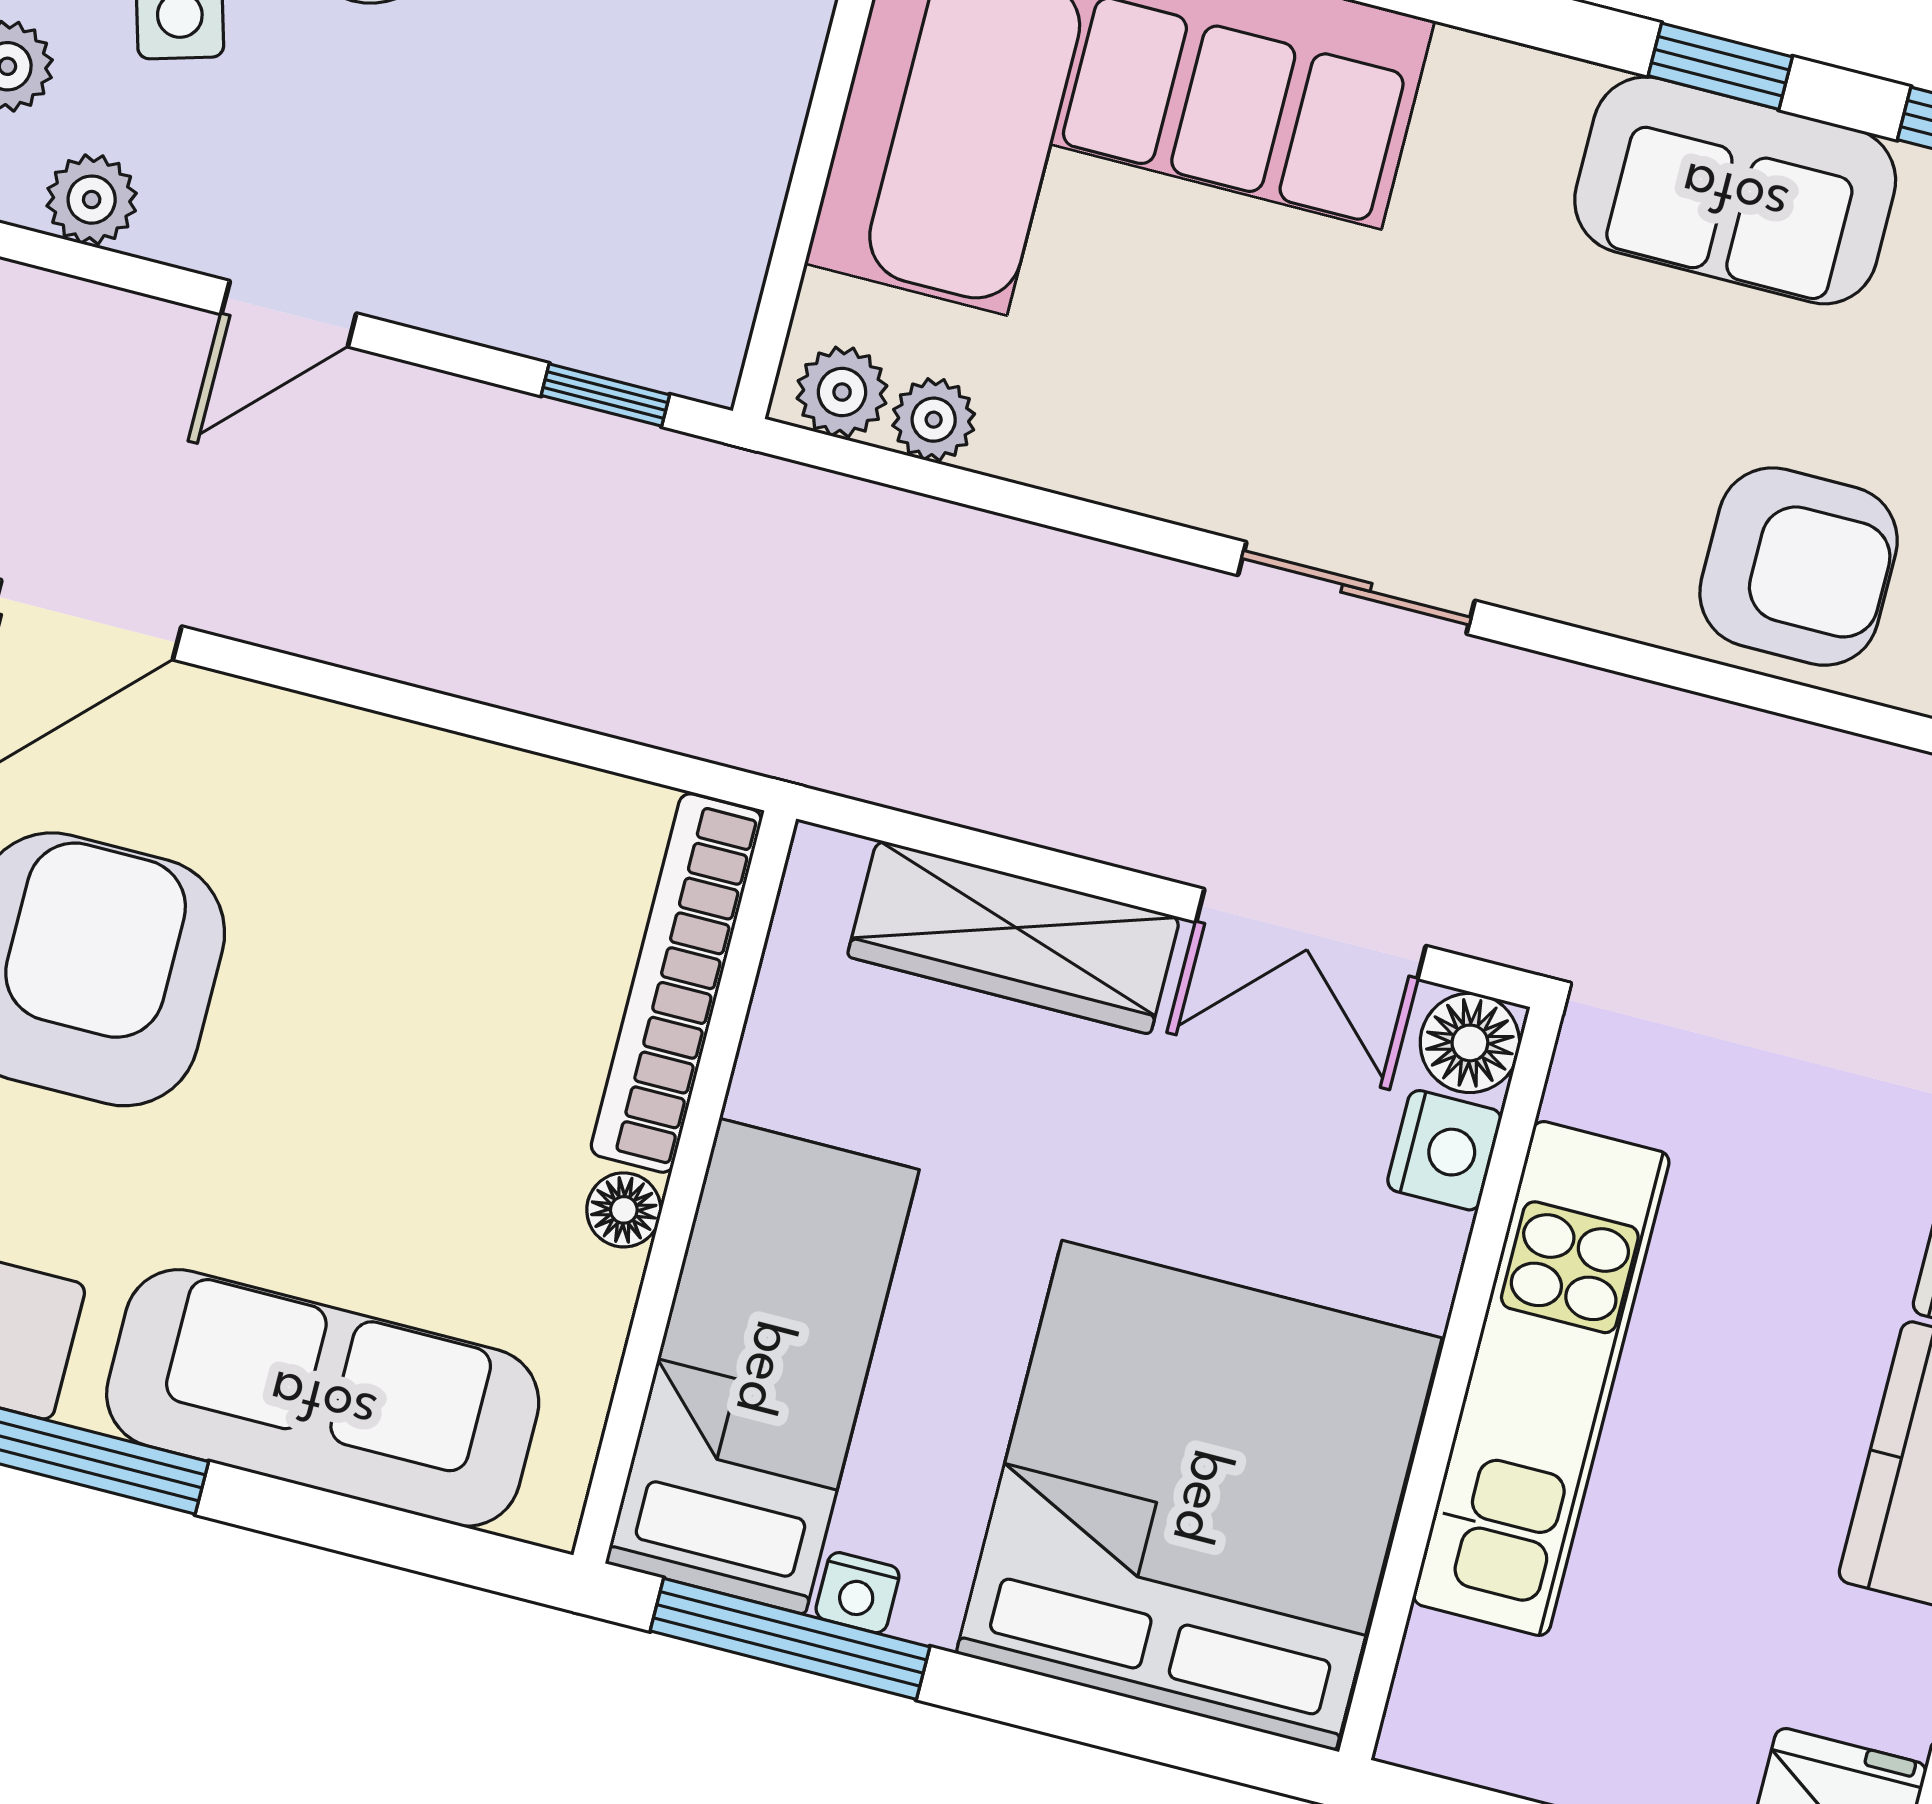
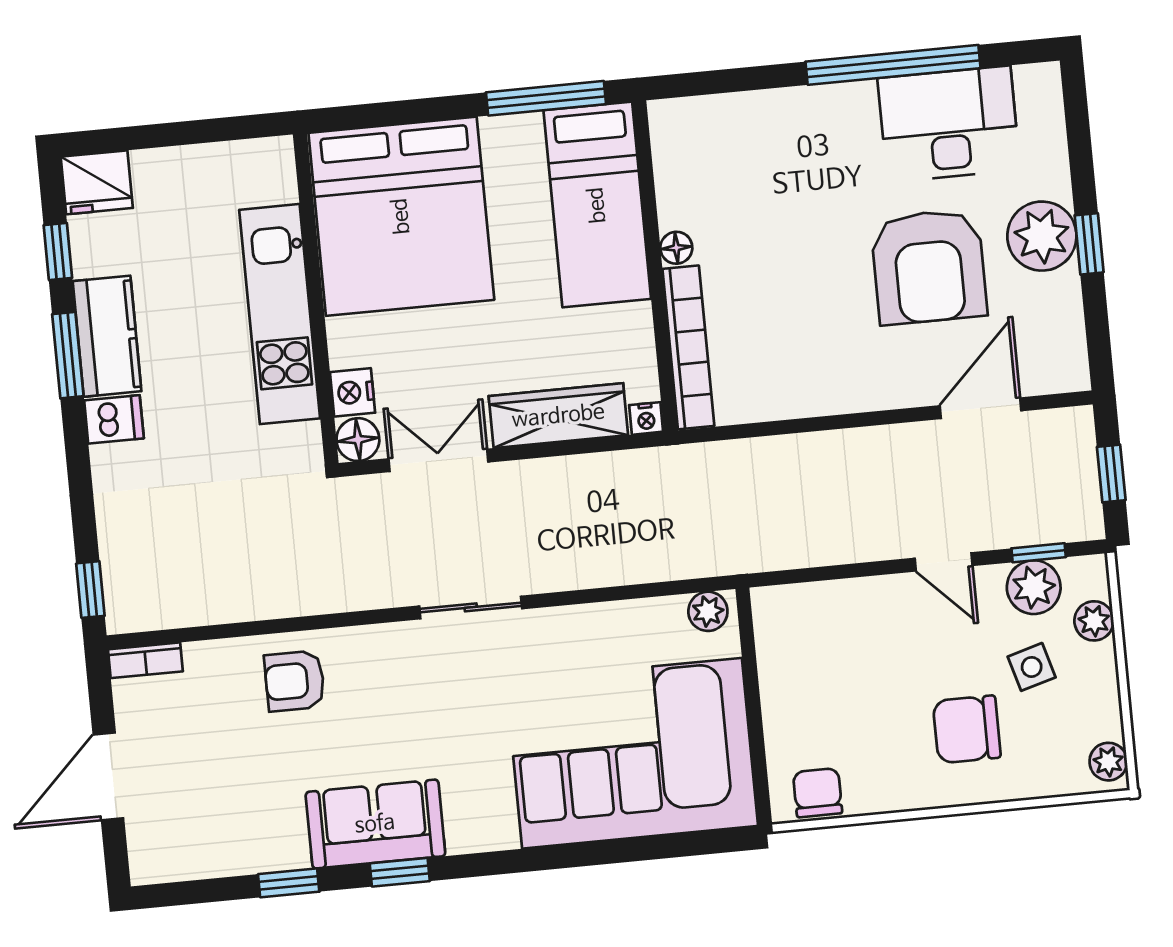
plant: (92, 200) -> (1034, 587), width x1.38, depth x1.38
door: (289, 314) -> (944, 562), swing flipped
window: (605, 395) -> (1039, 553), moved
plant: (934, 420) -> (667, 614), removed
armchair: (1799, 567) -> (295, 681), width x0.72, depth x0.72
sofa: (323, 1398) -> (771, 127), removed
nightstand: (858, 1593) -> (646, 418), moved, turned 180

